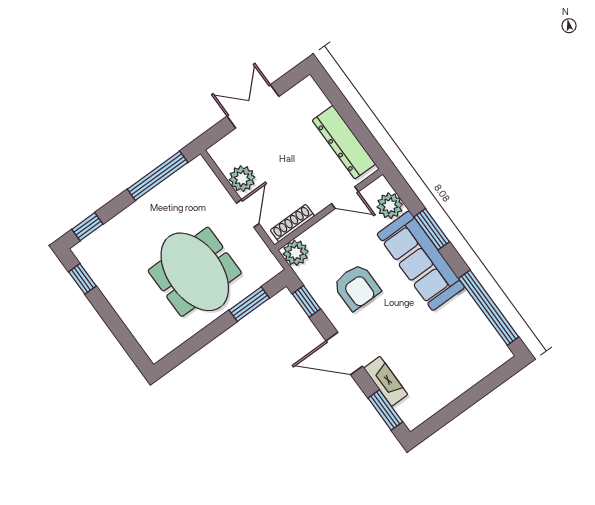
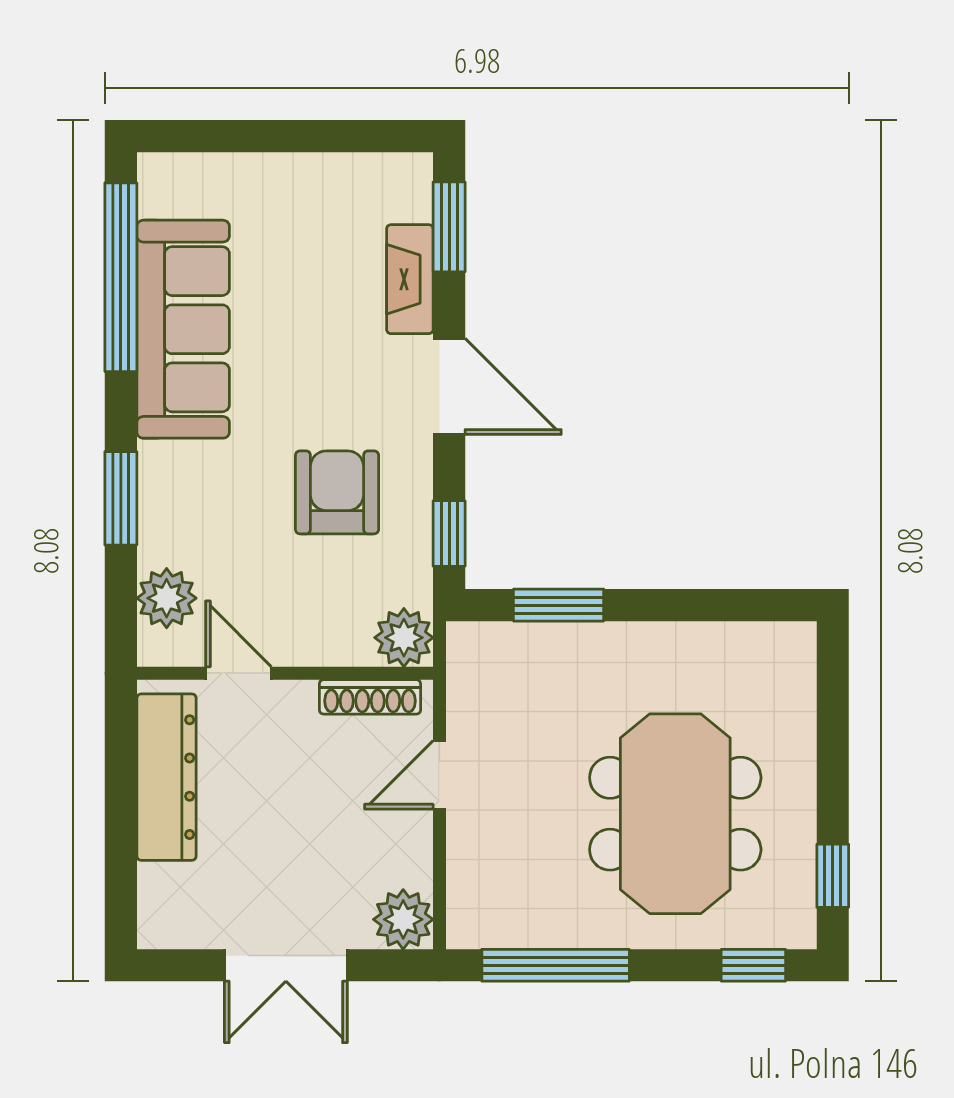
plant: (242, 179) -> (403, 919), moved
sofa: (421, 261) -> (183, 329), moved
meeting table: (195, 272) -> (675, 814), moved

